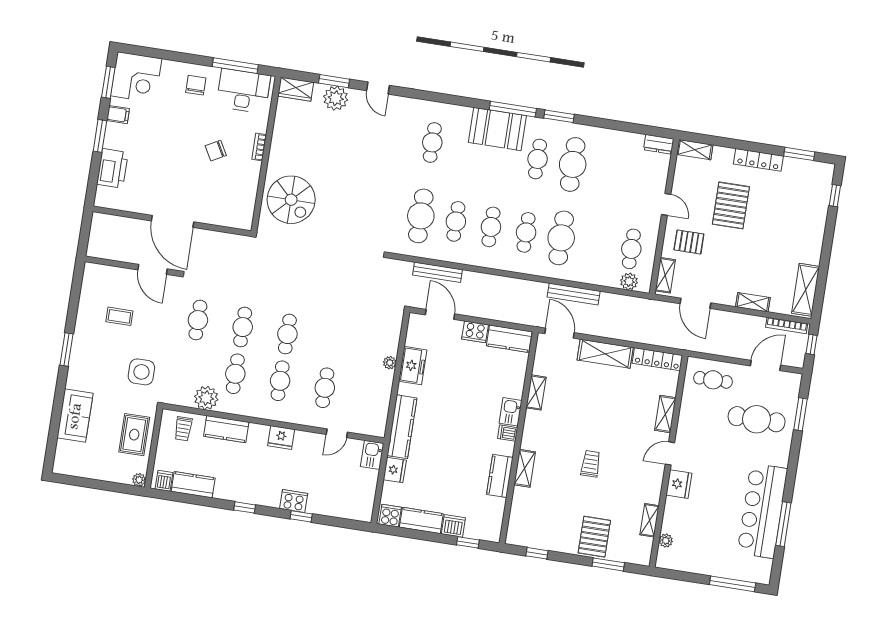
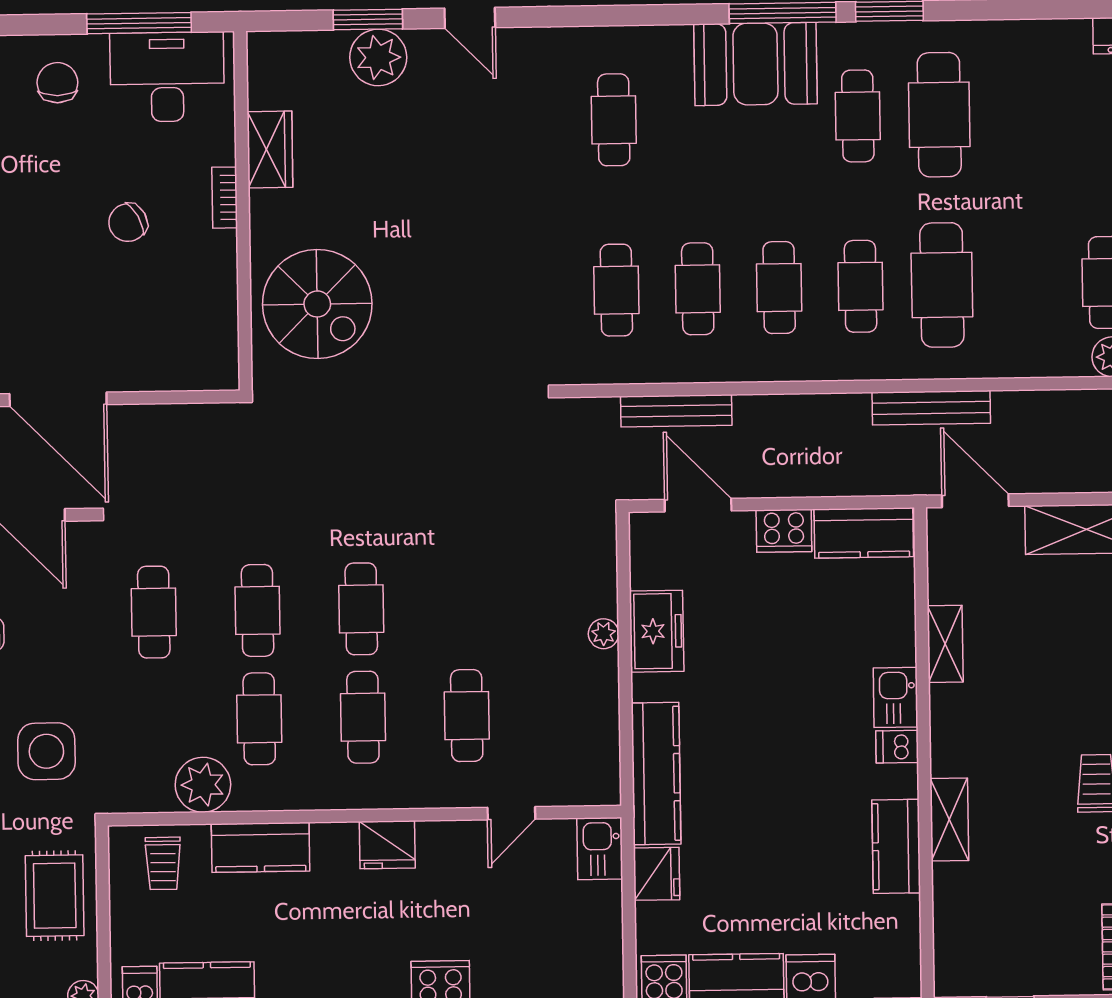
wardrobe: (296, 89) -> (270, 150), moved, turned -90
cafe table: (421, 216) -> (616, 290), width x0.73, depth x0.74
bench: (574, 294) -> (931, 408), moved

